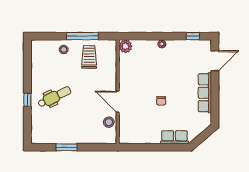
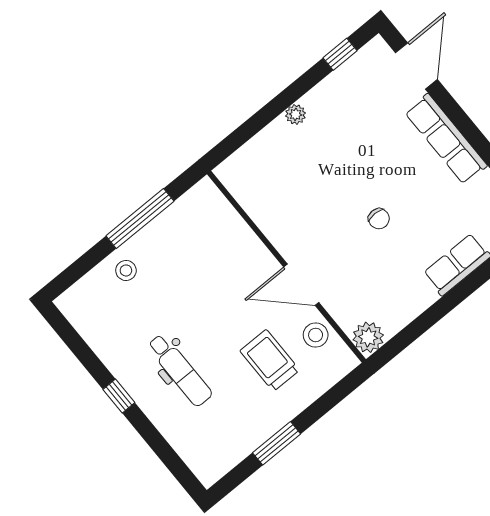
plant: (125, 46) -> (368, 337), moved
trolley: (89, 57) -> (270, 360), moved
dental chair: (54, 97) -> (180, 370), turned 116
window: (27, 100) -> (119, 396), moved

